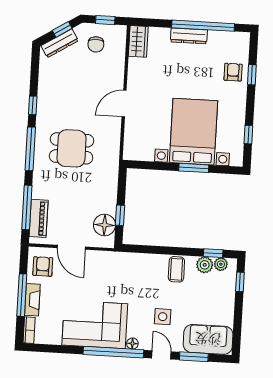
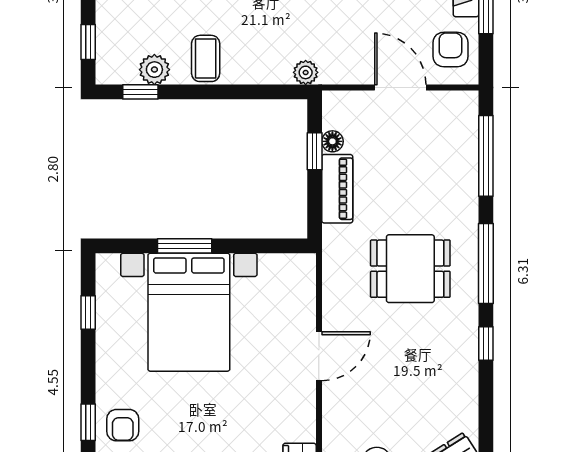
piano: (39, 218) -> (337, 189), moved, turned 180
floor lamp: (105, 225) -> (332, 141), width x0.53, depth x0.53
plant: (221, 264) -> (306, 72), moved
armchair: (43, 266) -> (451, 50), turned 180

